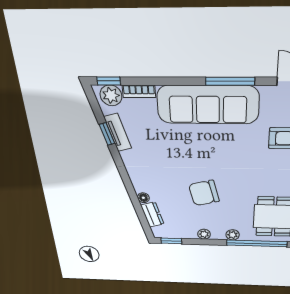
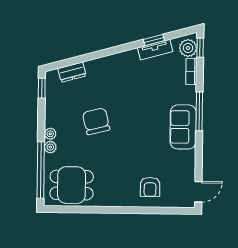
window: (230, 81) -> (199, 111), moved
sofa: (208, 105) -> (183, 127), width x0.54, depth x0.79
floor lamp: (143, 198) -> (90, 65), removed
plant: (204, 234) -> (50, 134), moved

